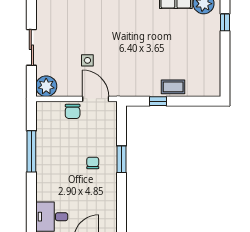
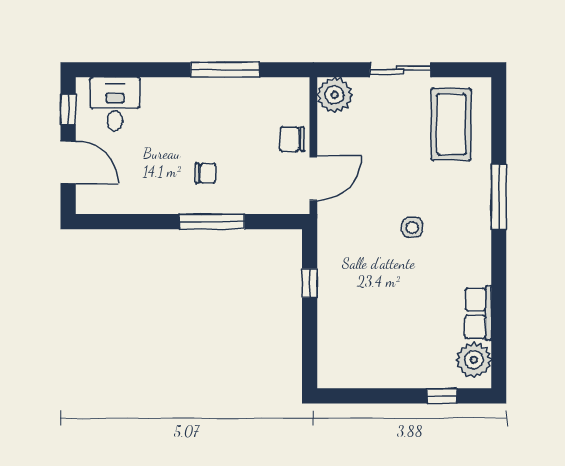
side table: (87, 60) -> (412, 227), moved
coffee table: (173, 87) -> (451, 124), moved, width x1.86, depth x1.72
window: (121, 159) -> (212, 222), width x1.44

